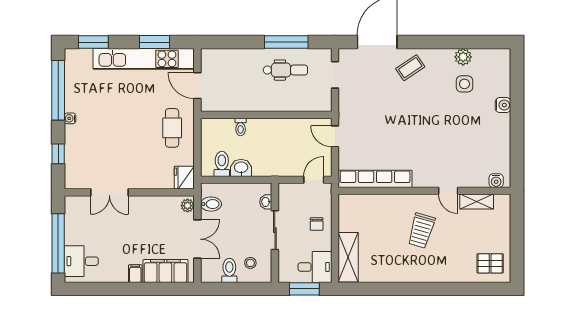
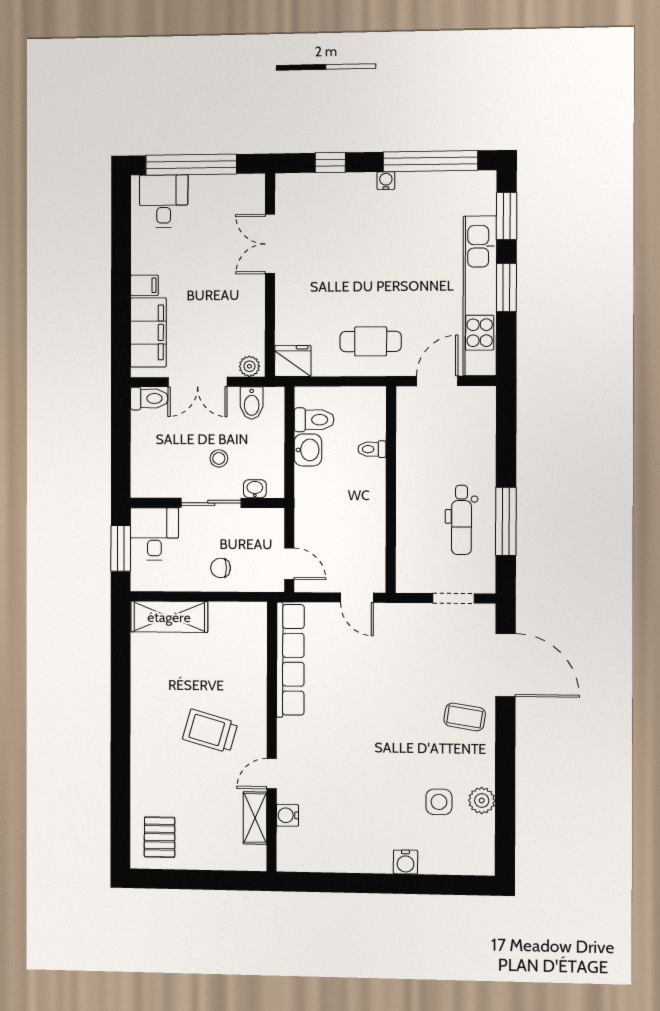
window: (154, 42) -> (506, 288), moved
coffee table: (410, 68) -> (465, 717), turned -47
door: (335, 136) -> (357, 598), swing flipped
water cooler: (496, 181) -> (287, 815), moved
stool: (250, 263) -> (219, 458), moved
desk: (315, 267) -> (154, 534), moved, turned 180
toilet: (229, 270) -> (149, 399), moved

